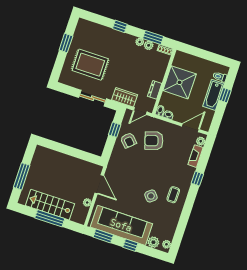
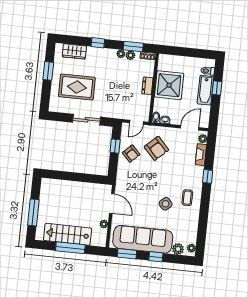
dresser: (155, 90) -> (147, 86), moved
wardrobe: (125, 97) -> (74, 51), moved, turned 180
armchair: (154, 141) -> (156, 148), turned -116

